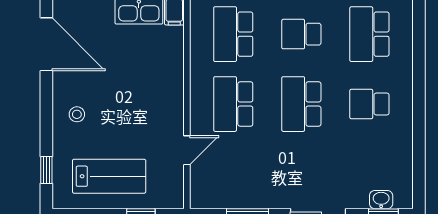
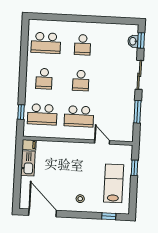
door: (46, 44) -> (43, 213), hinge flipped
school desk: (301, 104) -> (81, 81), width x0.54

